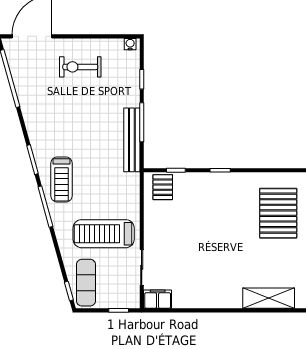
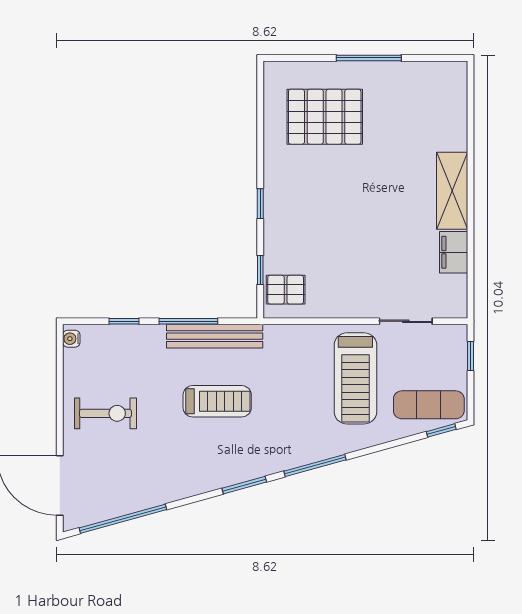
exercise bike: (80, 67) -> (105, 413), turned -90
treadmill: (62, 179) -> (217, 401), moved
shelving: (269, 298) -> (452, 191), moved
filing cabinet: (158, 299) -> (454, 252), moved

